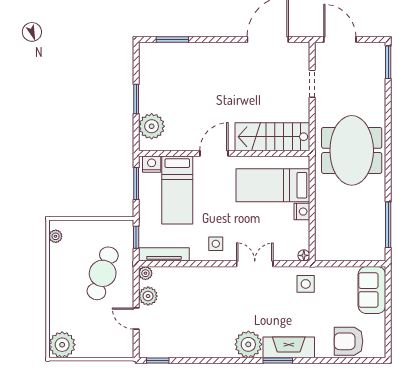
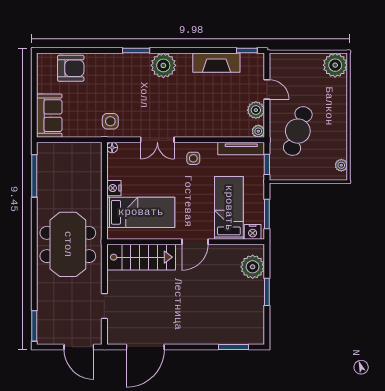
fireplace: (289, 347) -> (216, 63), moved

